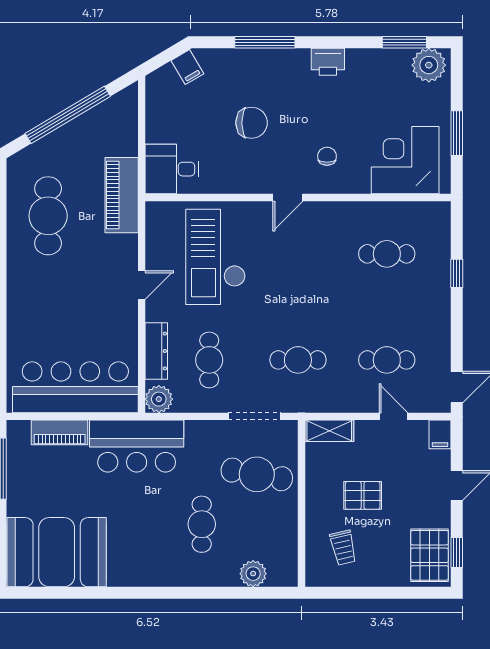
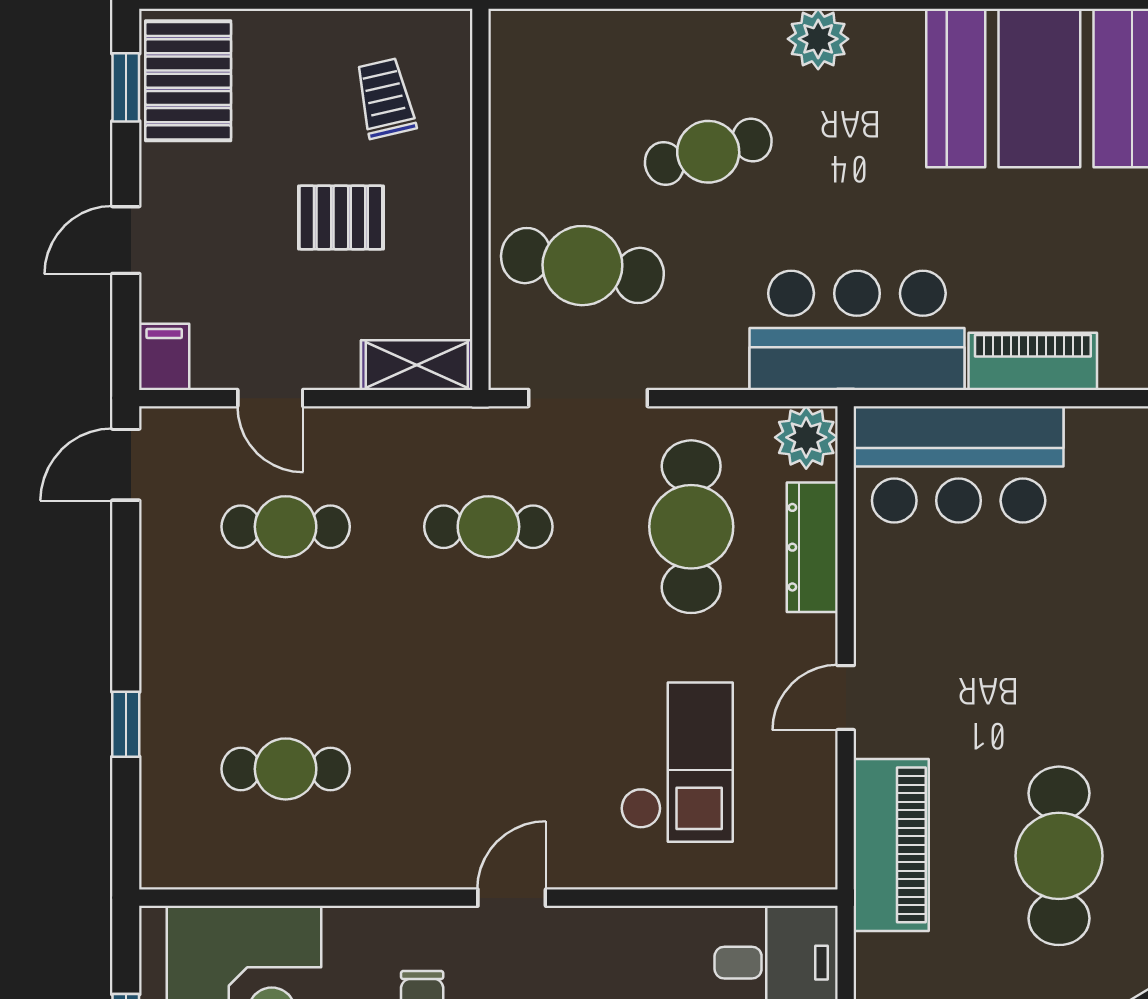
piano: (122, 195) -> (891, 845), moved
checkout: (215, 257) -> (677, 762), width x0.73, depth x0.83
cafe table: (209, 360) -> (691, 527), width x1.37, depth x1.35
bar counter: (75, 387) -> (959, 464), width x0.73
cafe table: (202, 524) -> (708, 152), turned 75
plant: (253, 574) -> (818, 39), moved

